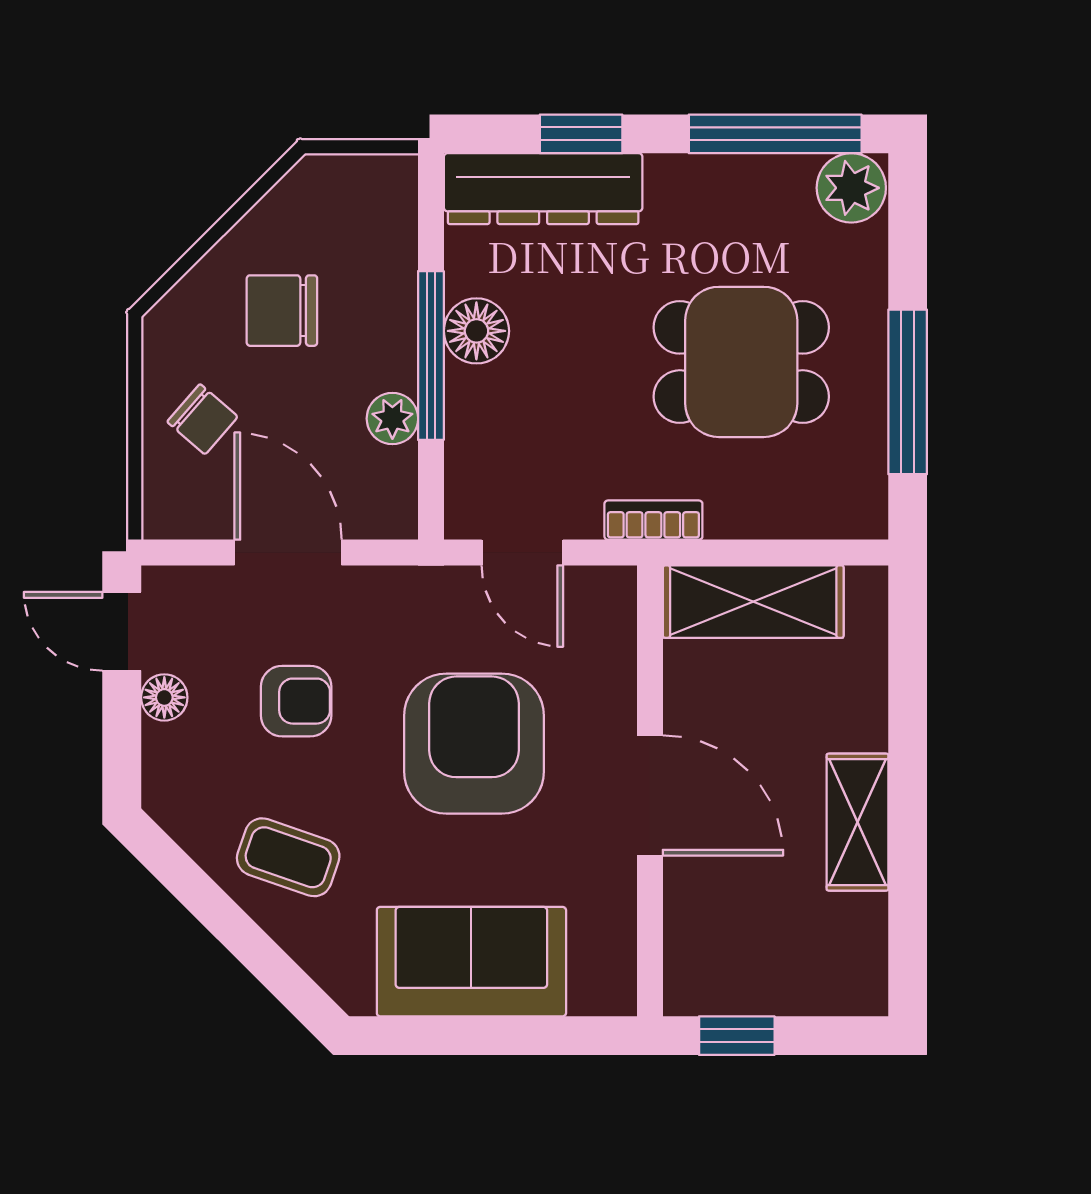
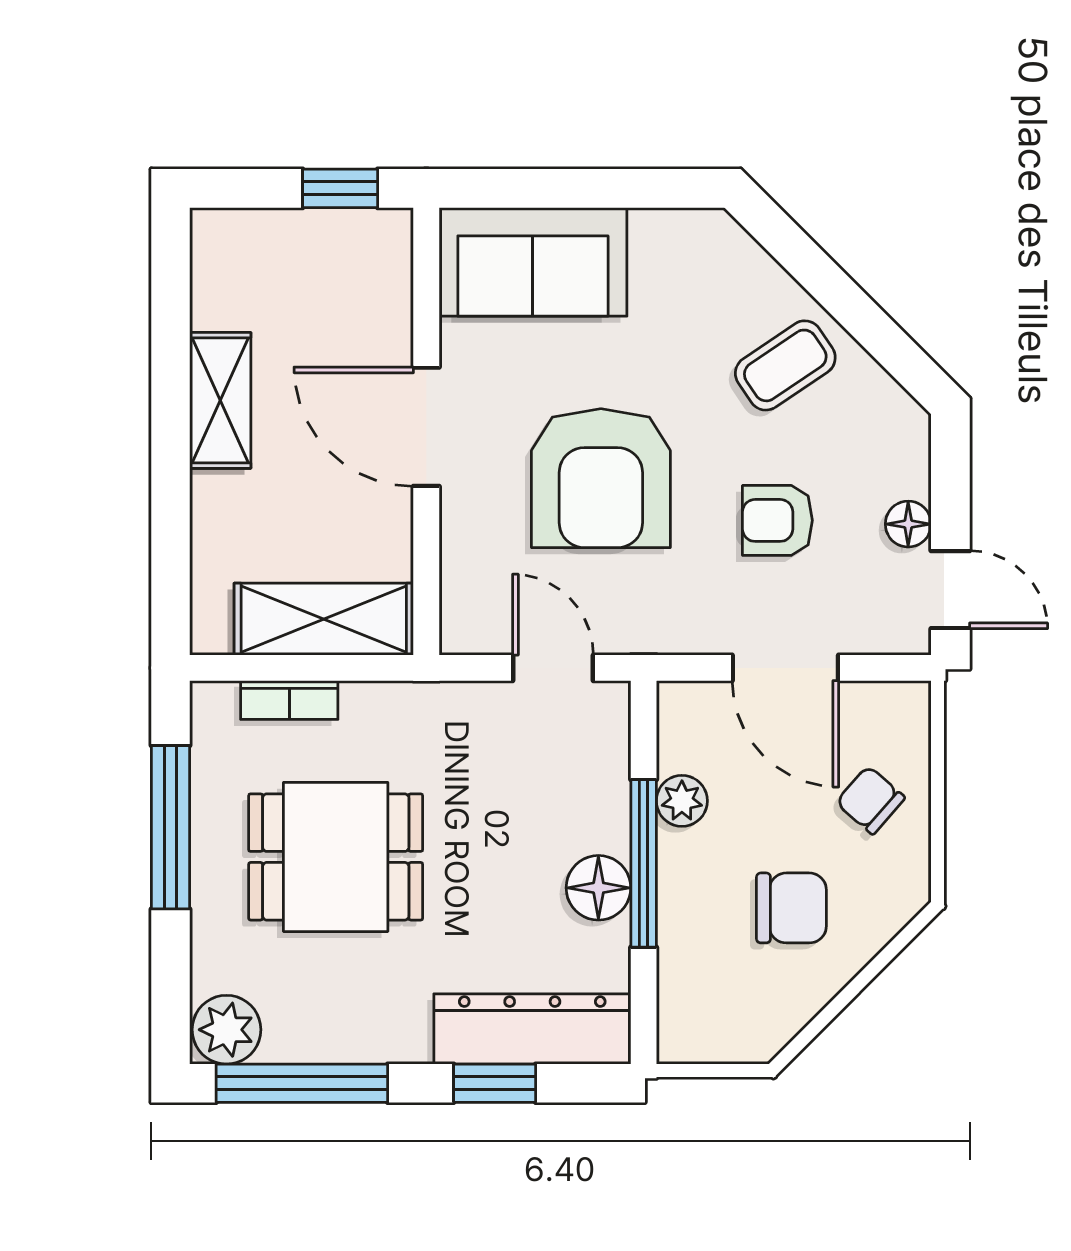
bookcase: (653, 520) -> (289, 700), moved
coffee table: (288, 857) -> (785, 365), turned -53
sofa: (471, 962) -> (533, 262), moved

